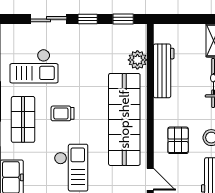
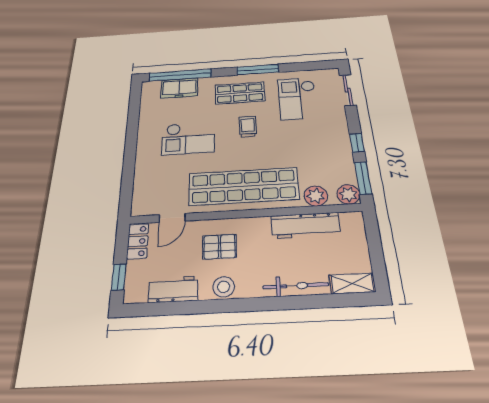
sliding door: (49, 19) -> (348, 90), moved
window: (123, 19) -> (363, 178), width x1.50
plant: (138, 33) -> (348, 194), added

